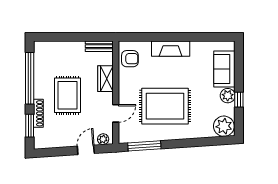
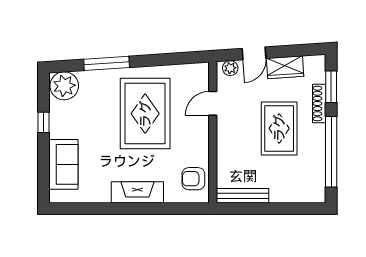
bench: (99, 46) -> (243, 196), width x1.36
wardrobe: (106, 79) -> (285, 67), moved, turned 86
plant: (228, 96) -> (59, 128), removed
rug: (165, 106) -> (145, 114), turned 90
window: (144, 146) -> (107, 63), moved

